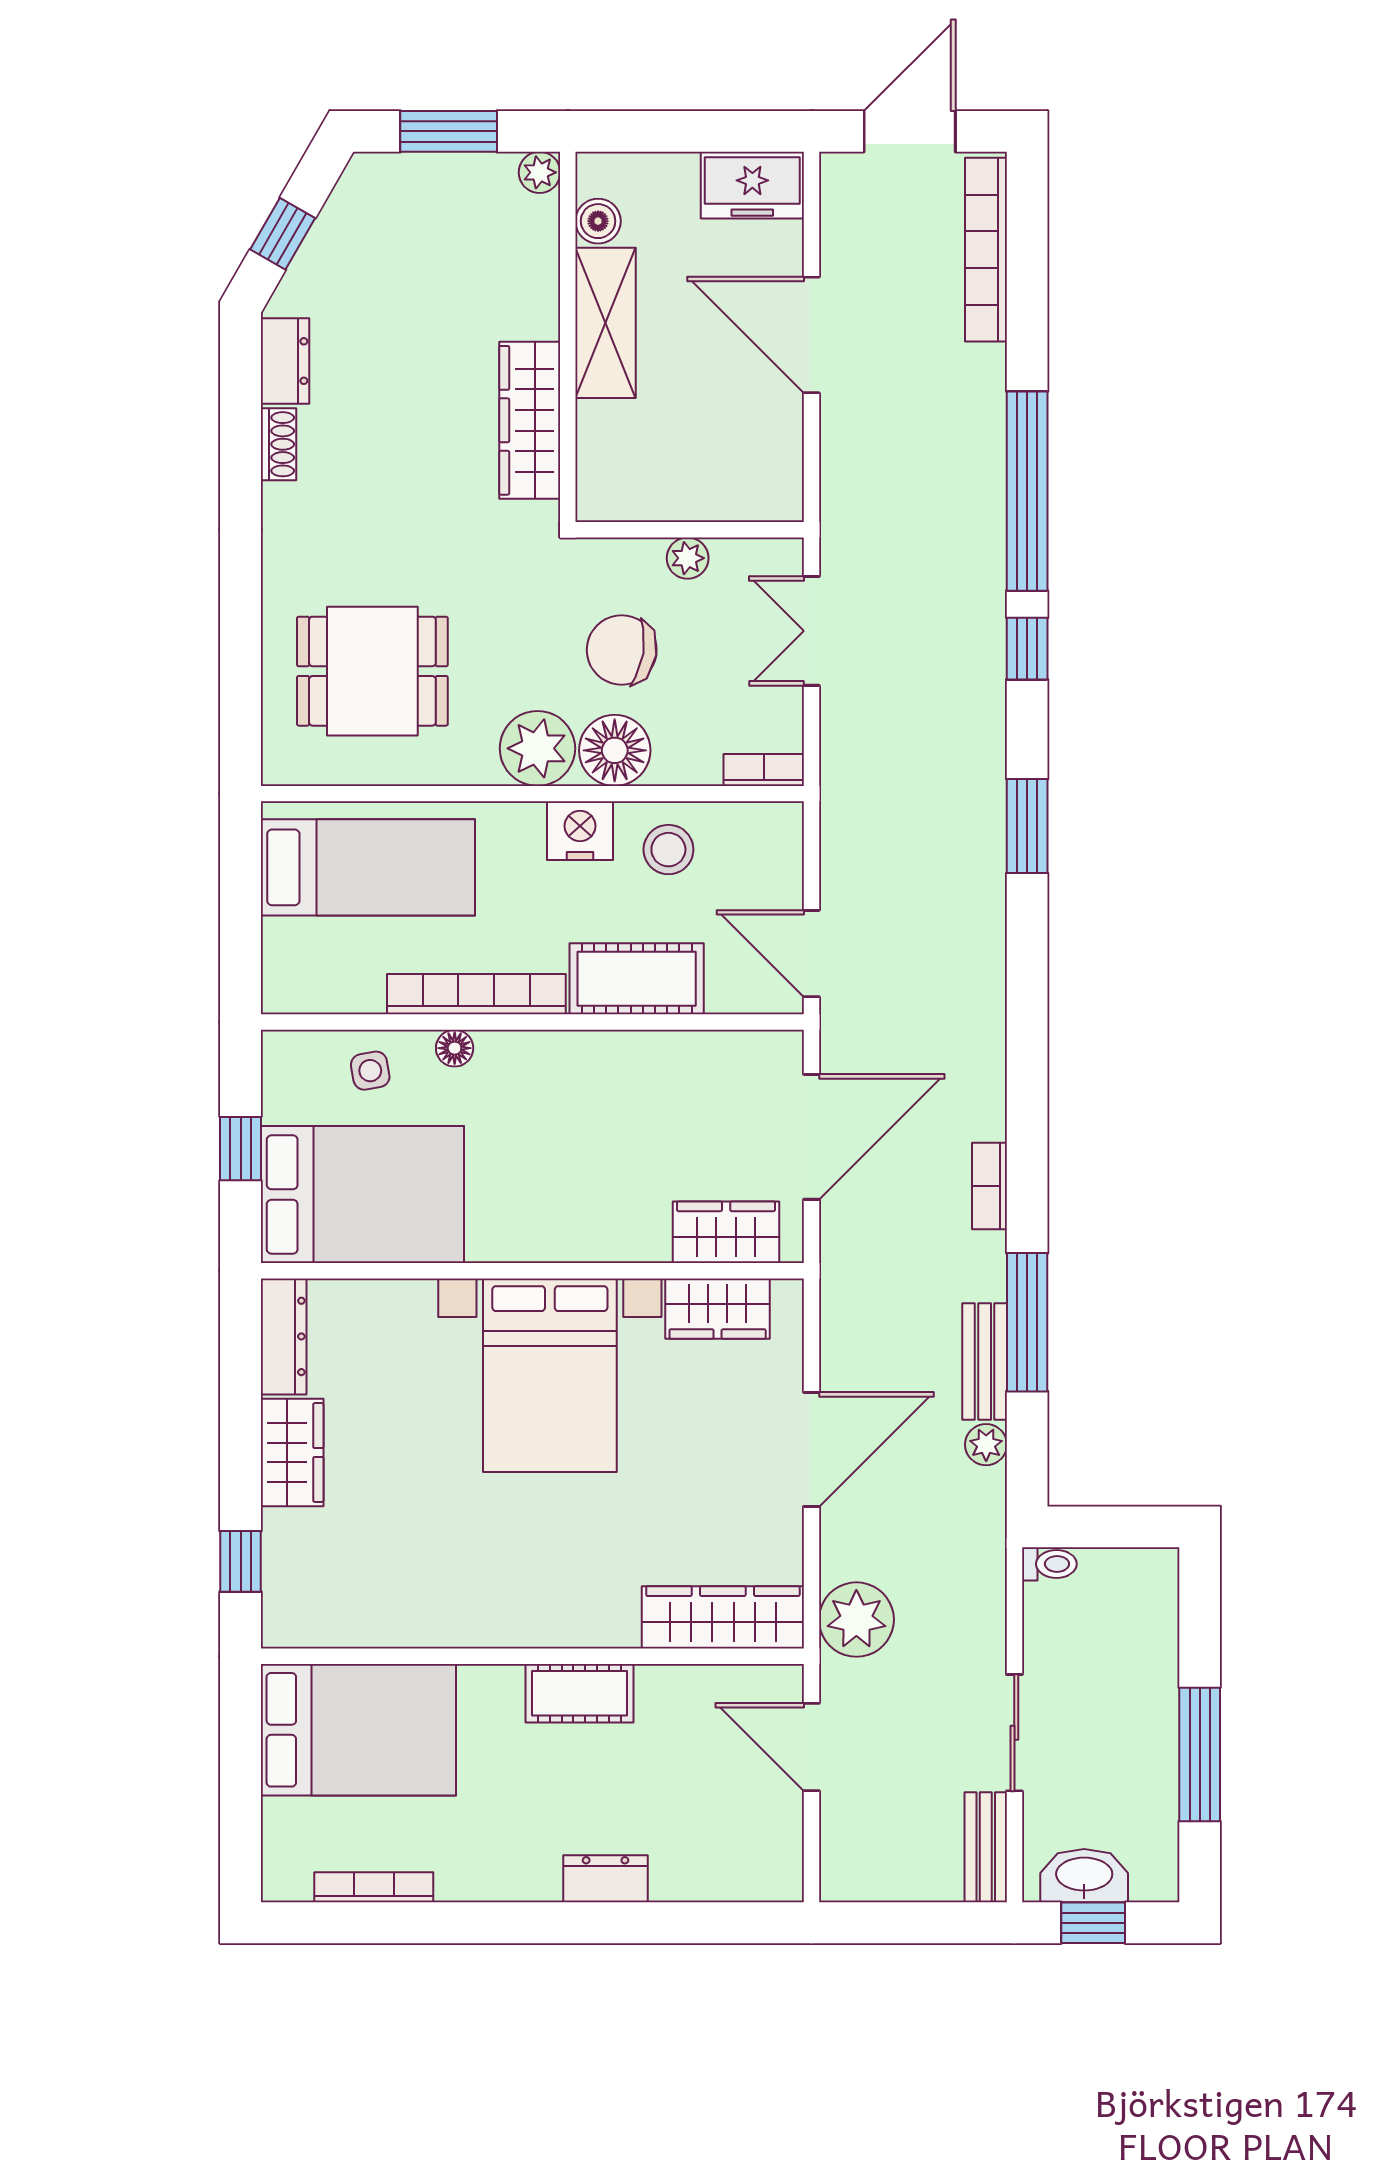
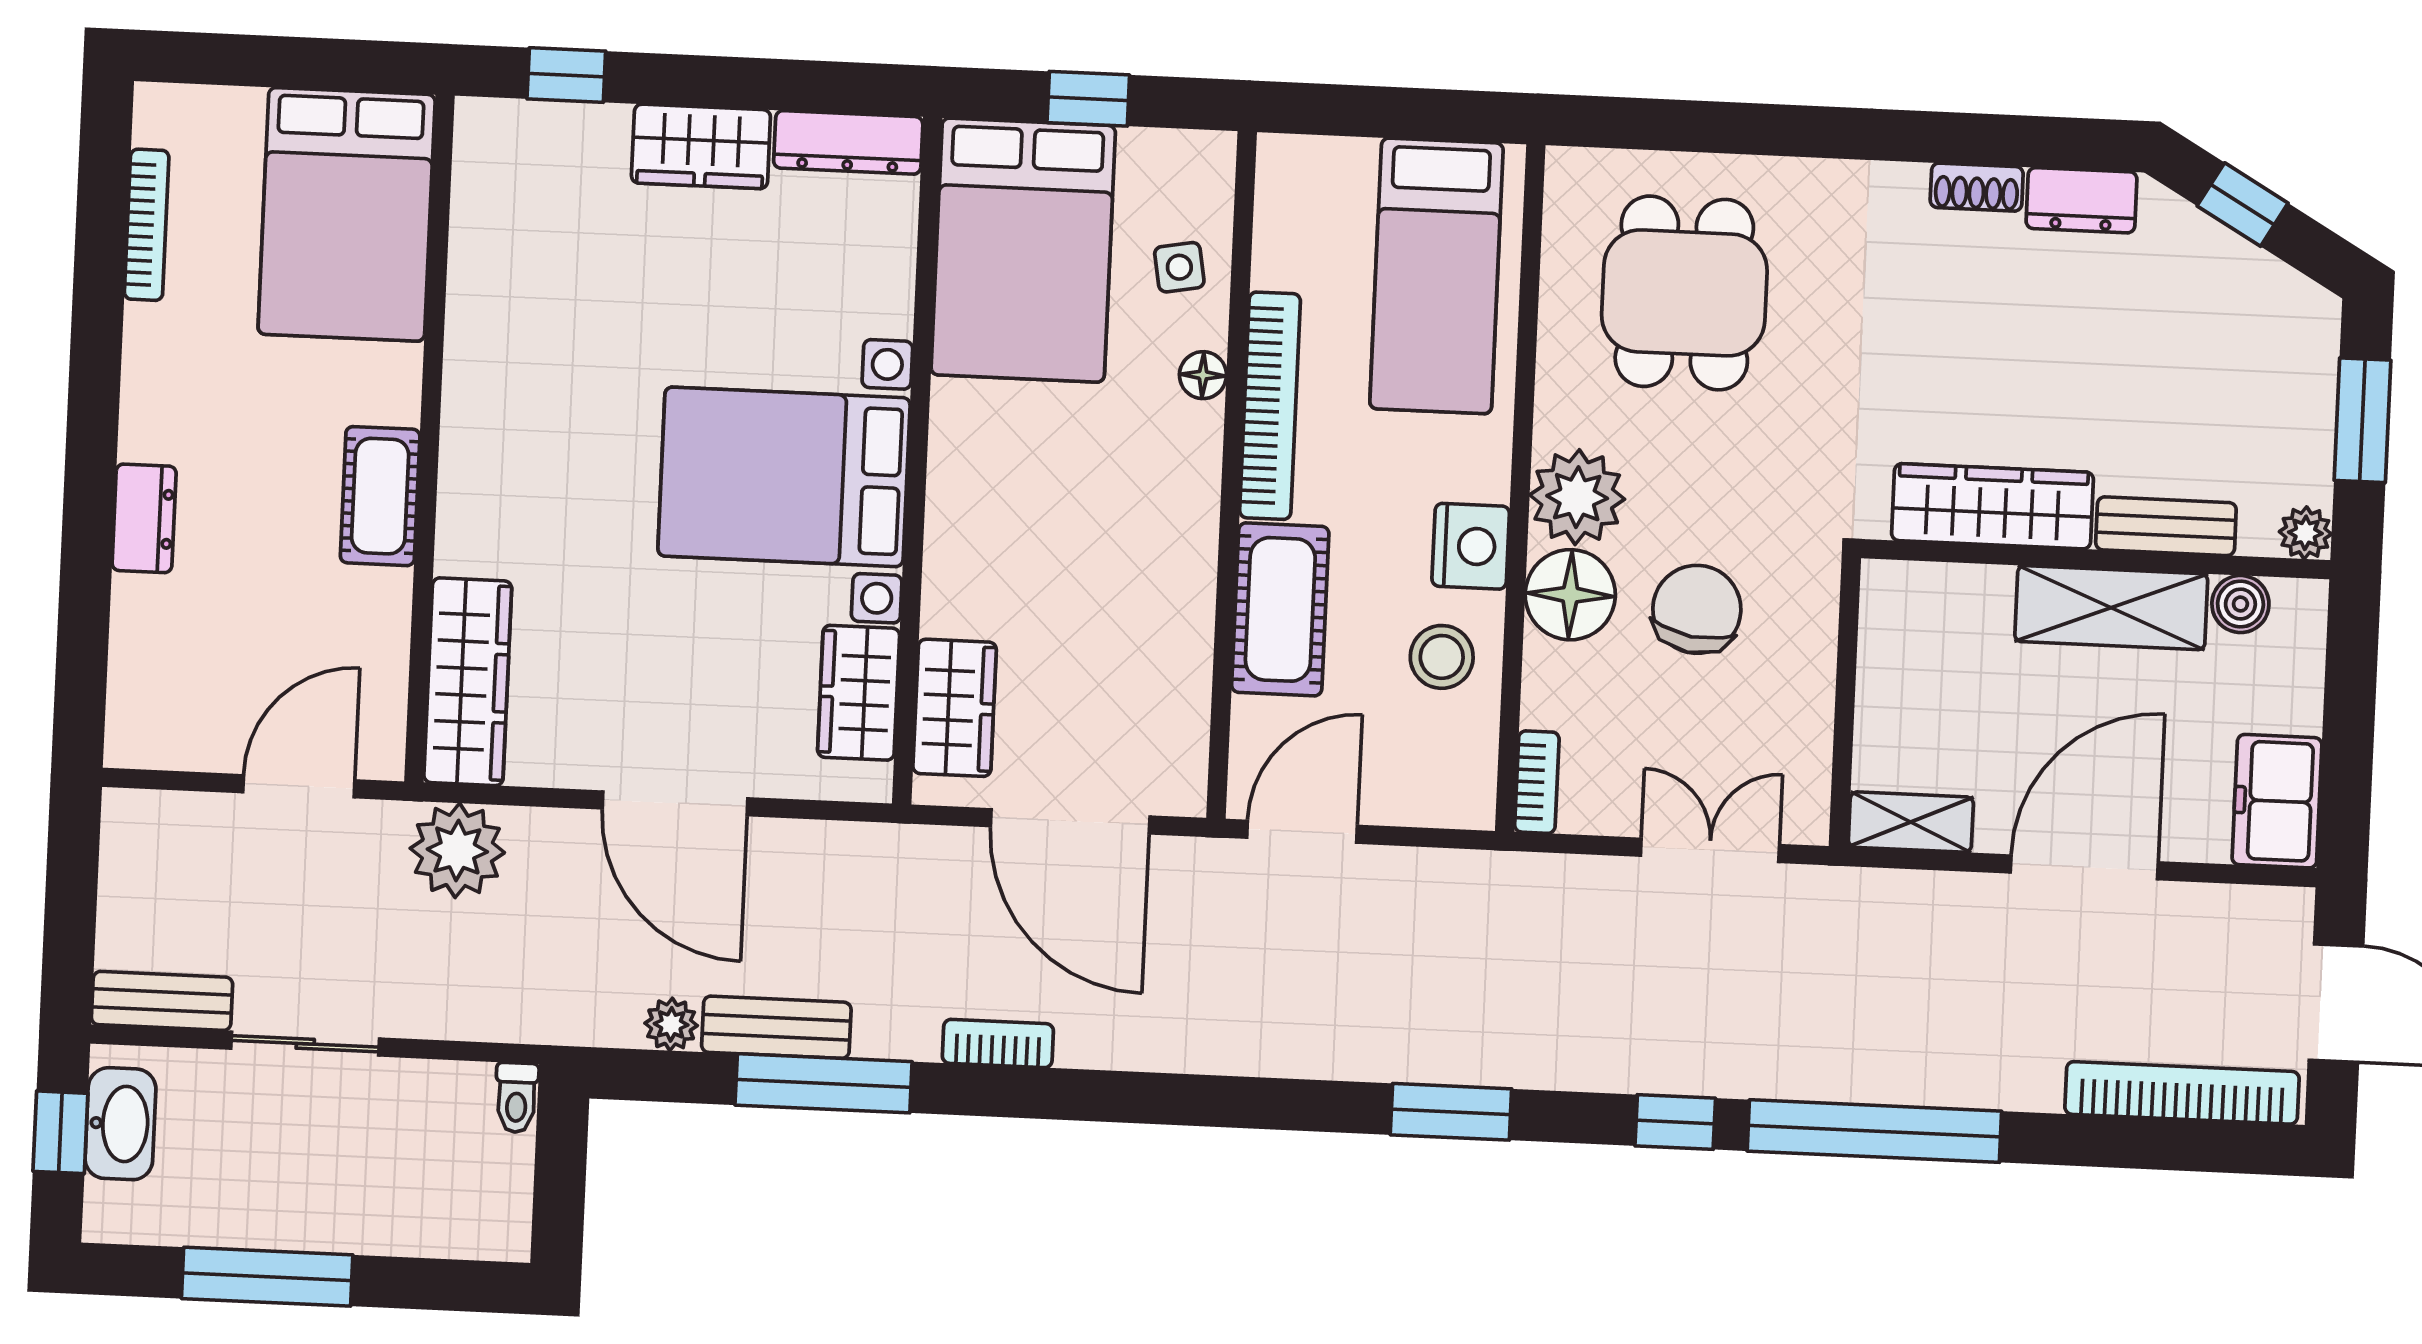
bench: (539, 283) -> (2166, 526), added
shelving: (782, 473) -> (1911, 822), added
plant: (688, 558) -> (1809, 698), removed

